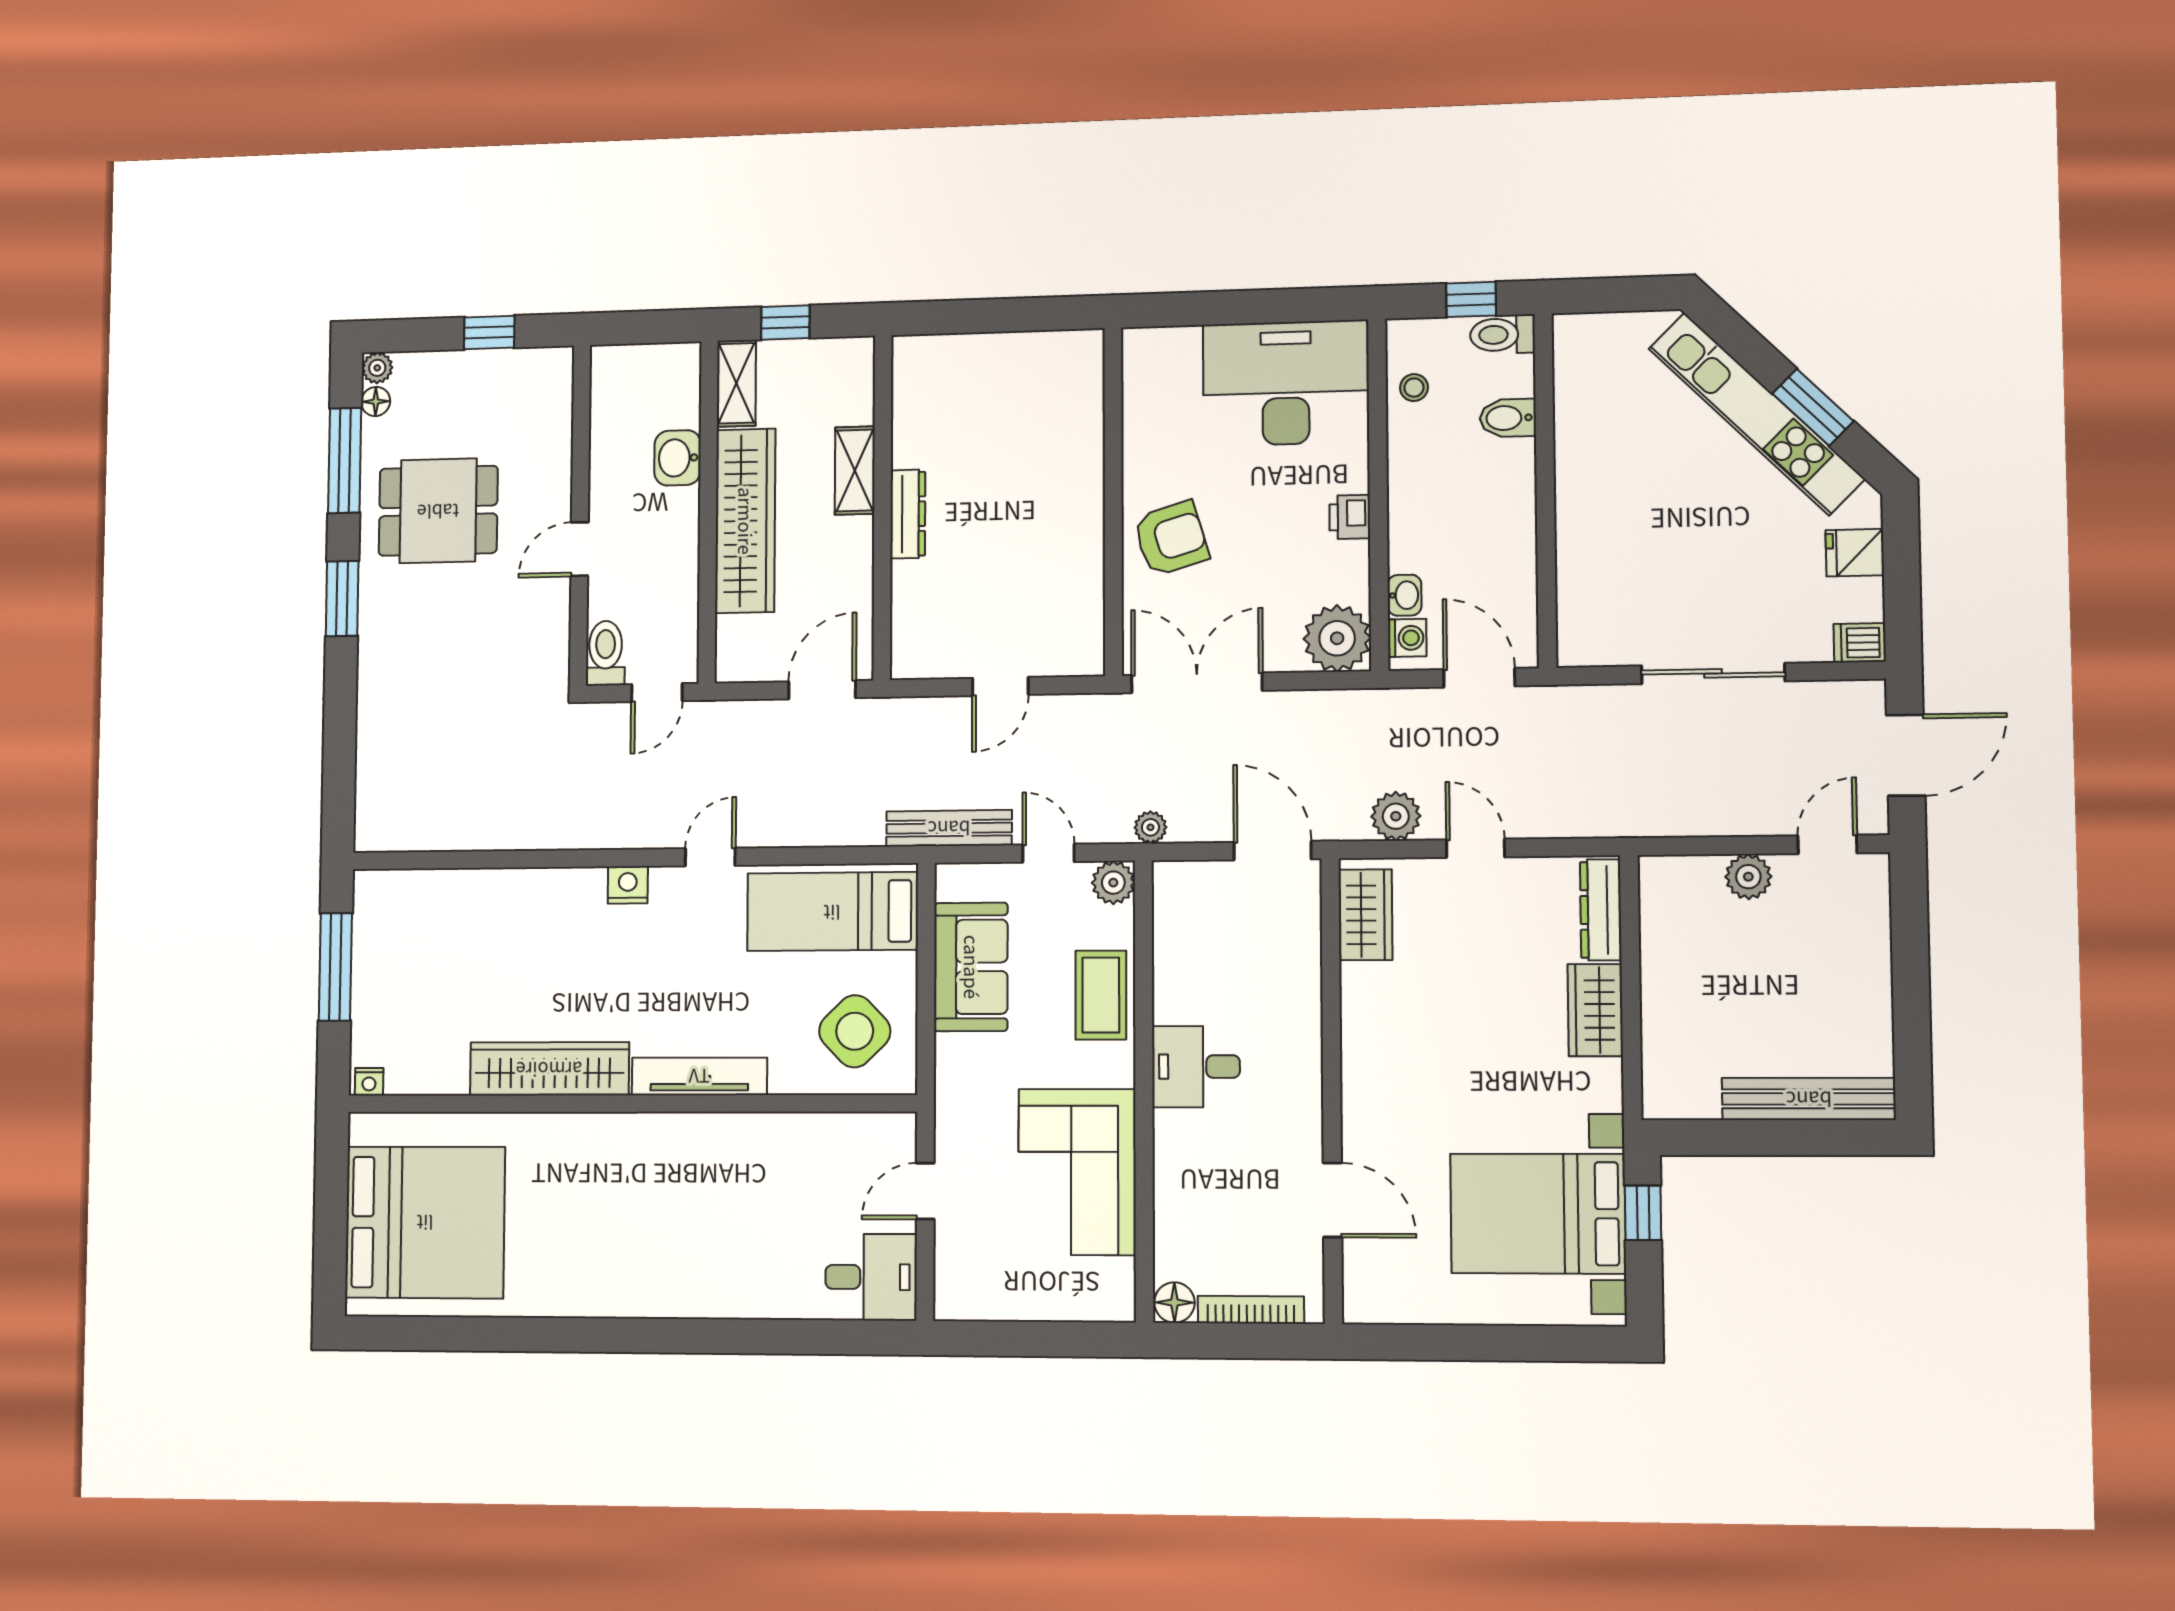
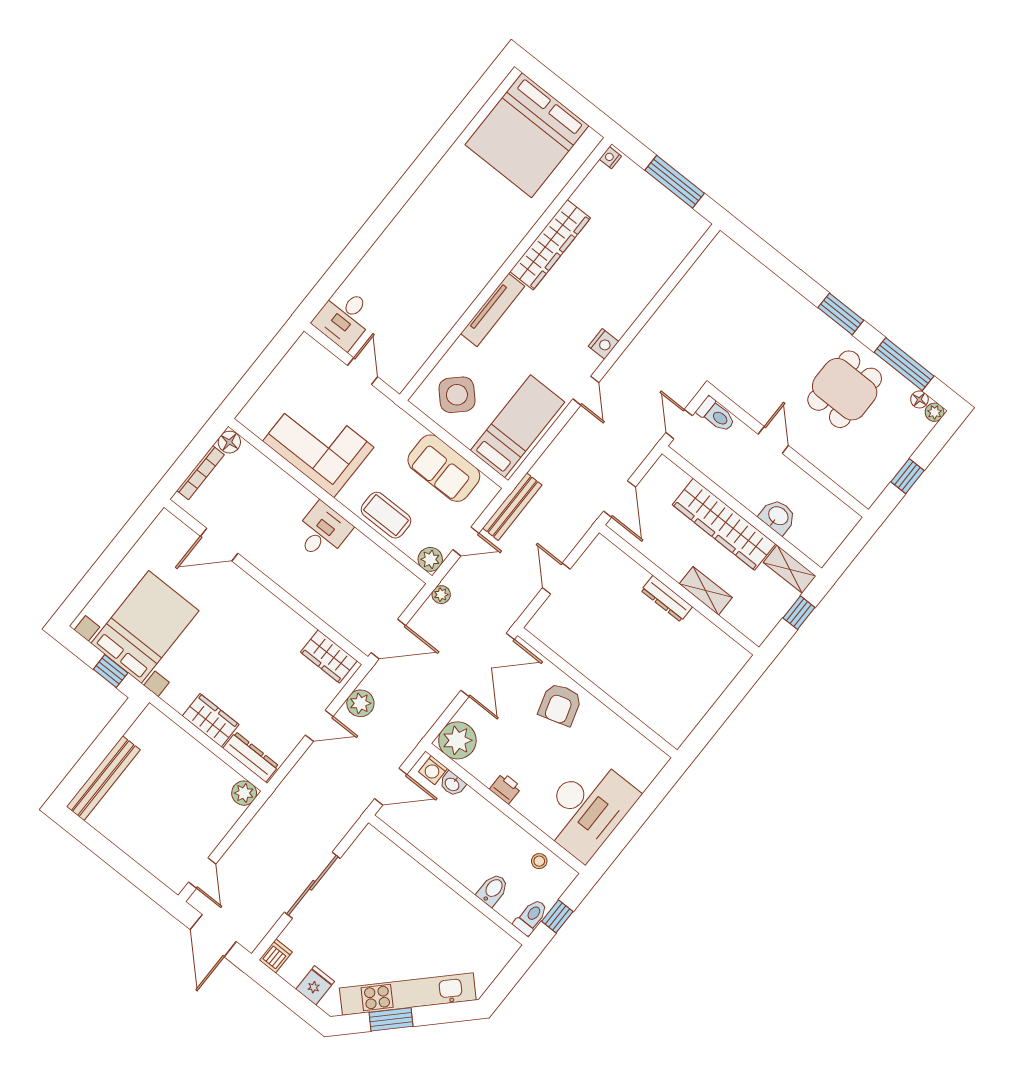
plant: (1748, 877) -> (244, 793), moved

